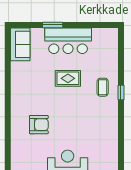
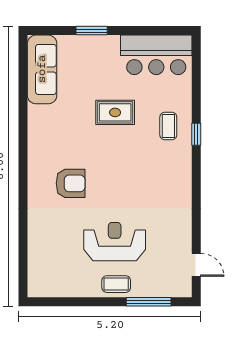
bar counter: (68, 41) -> (156, 55), moved
sofa: (20, 44) -> (42, 69), width x1.36

